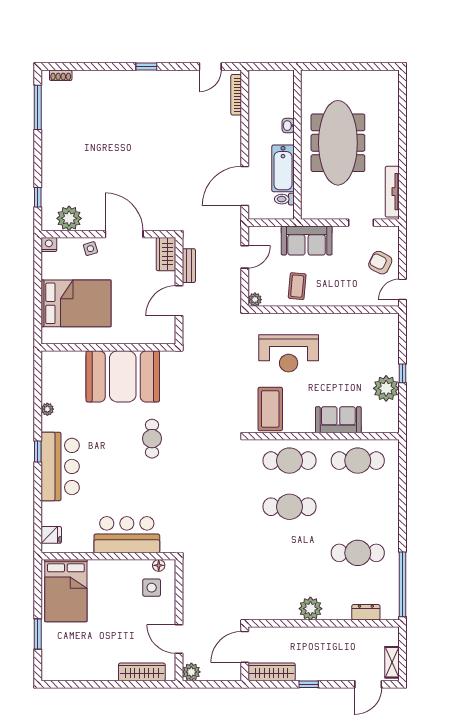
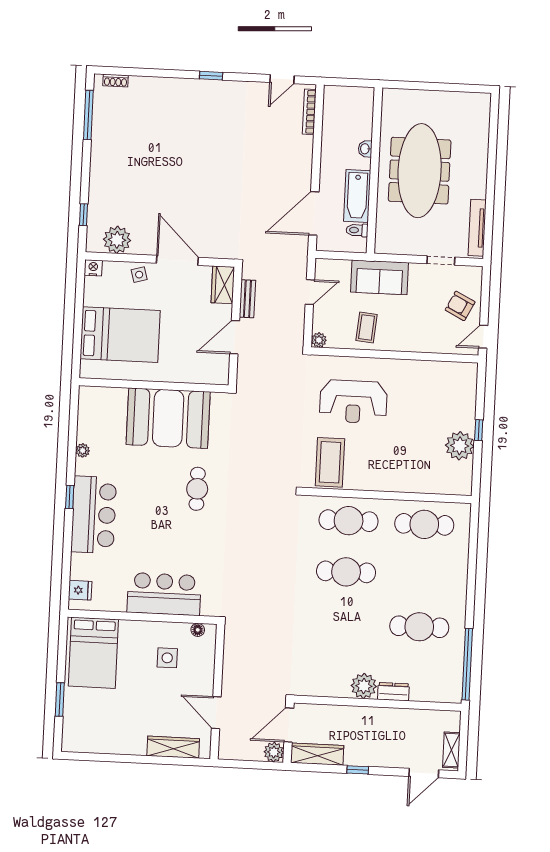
sofa: (338, 420) -> (405, 478), removed
side table: (152, 588) -> (167, 658), moved
dresser: (366, 612) -> (393, 692), moved
plant: (191, 672) -> (274, 752), moved

